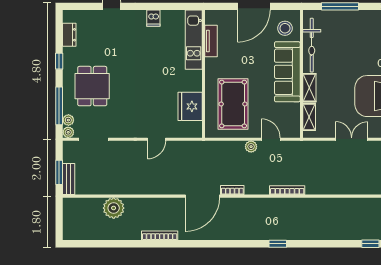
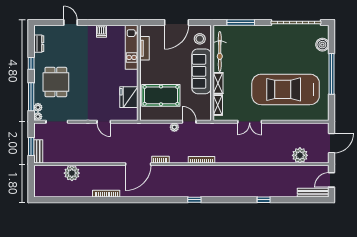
pool table: (233, 104) -> (161, 95), turned 90
door: (156, 139) -> (104, 122), hinge flipped
double door: (352, 139) -> (250, 122), swing flipped

